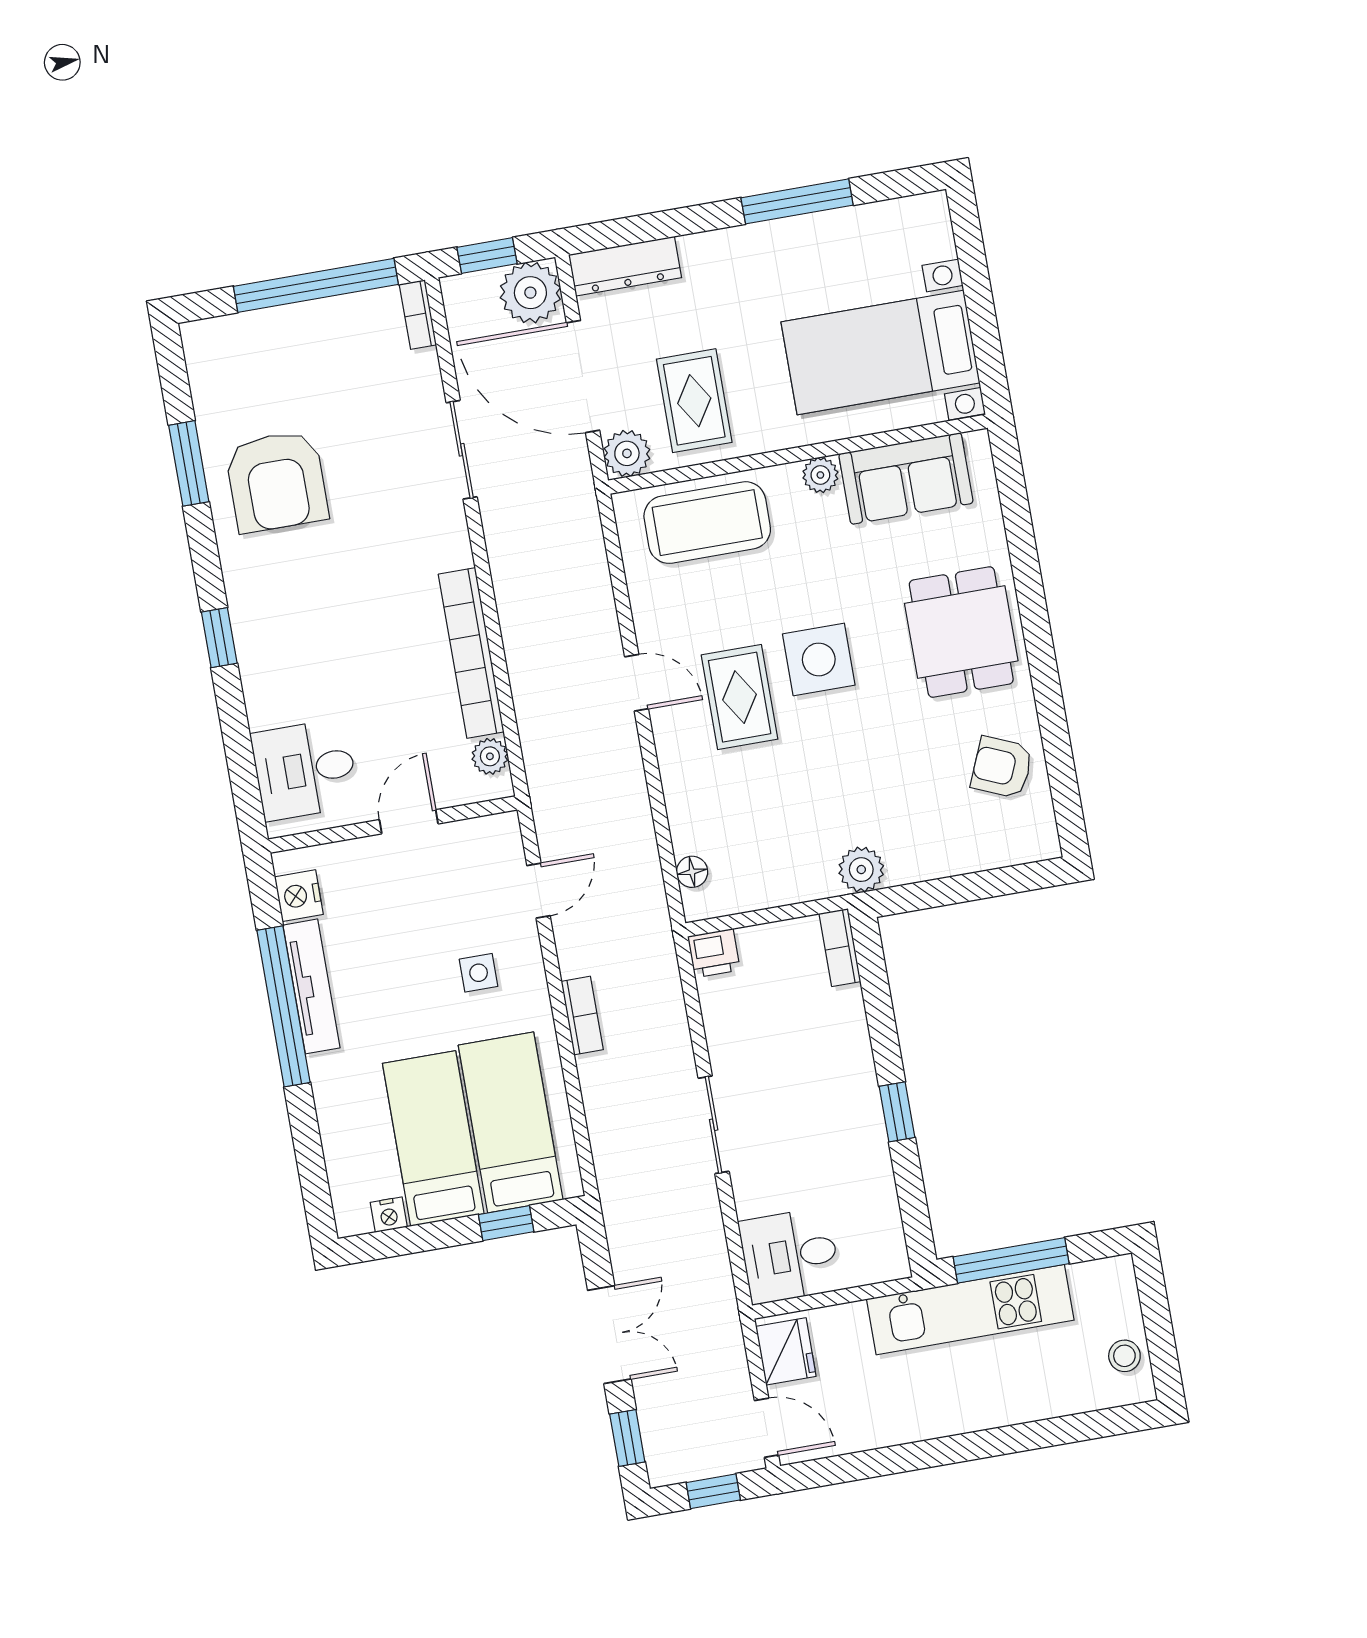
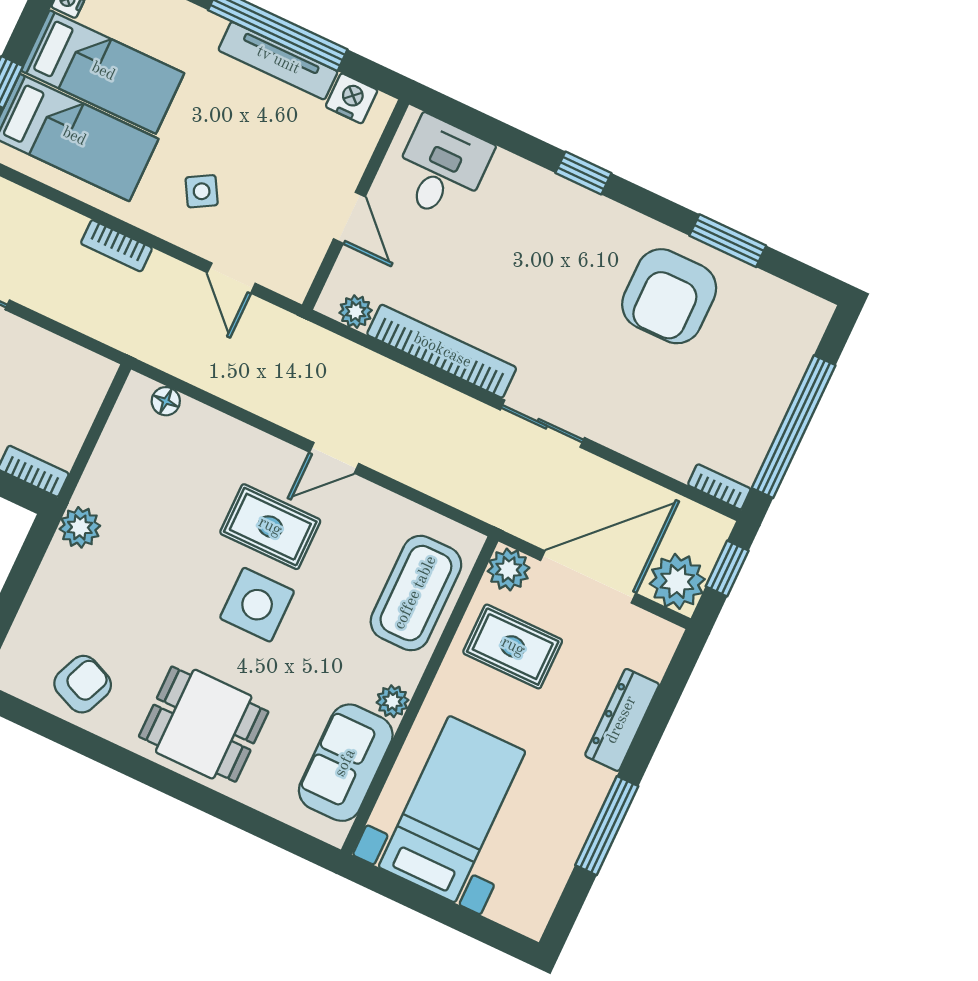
dresser: (625, 266) -> (622, 720), moved
sliding door: (462, 450) -> (542, 424), moved
armchair: (277, 481) -> (669, 296), turned -90
printer: (714, 953) -> (94, 375), removed
side table: (479, 973) -> (202, 191), turned -30

